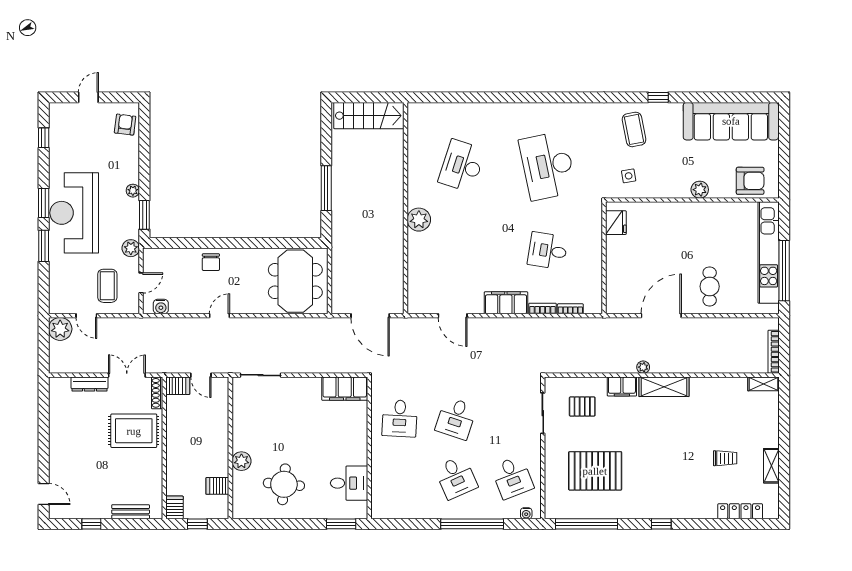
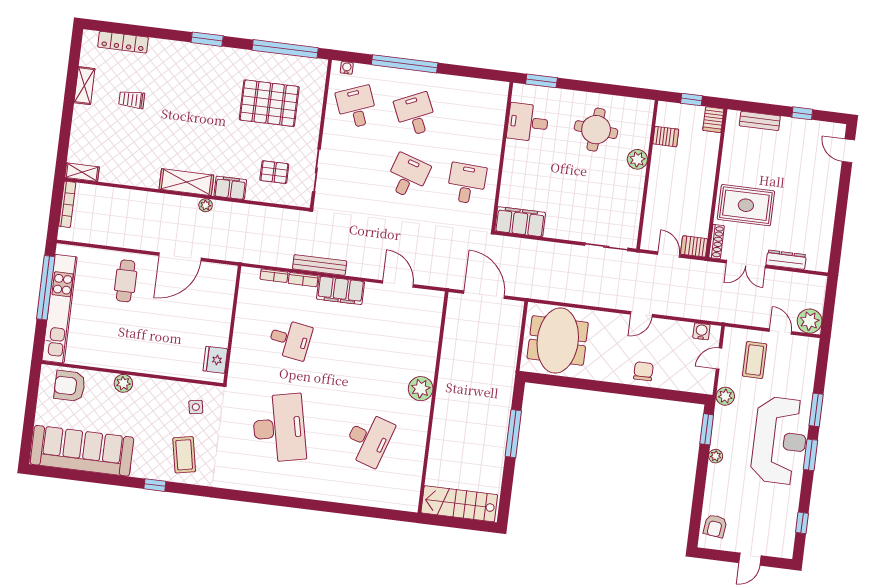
bench: (529, 324) -> (320, 265), added
window: (661, 524) -> (207, 39), width x1.50

